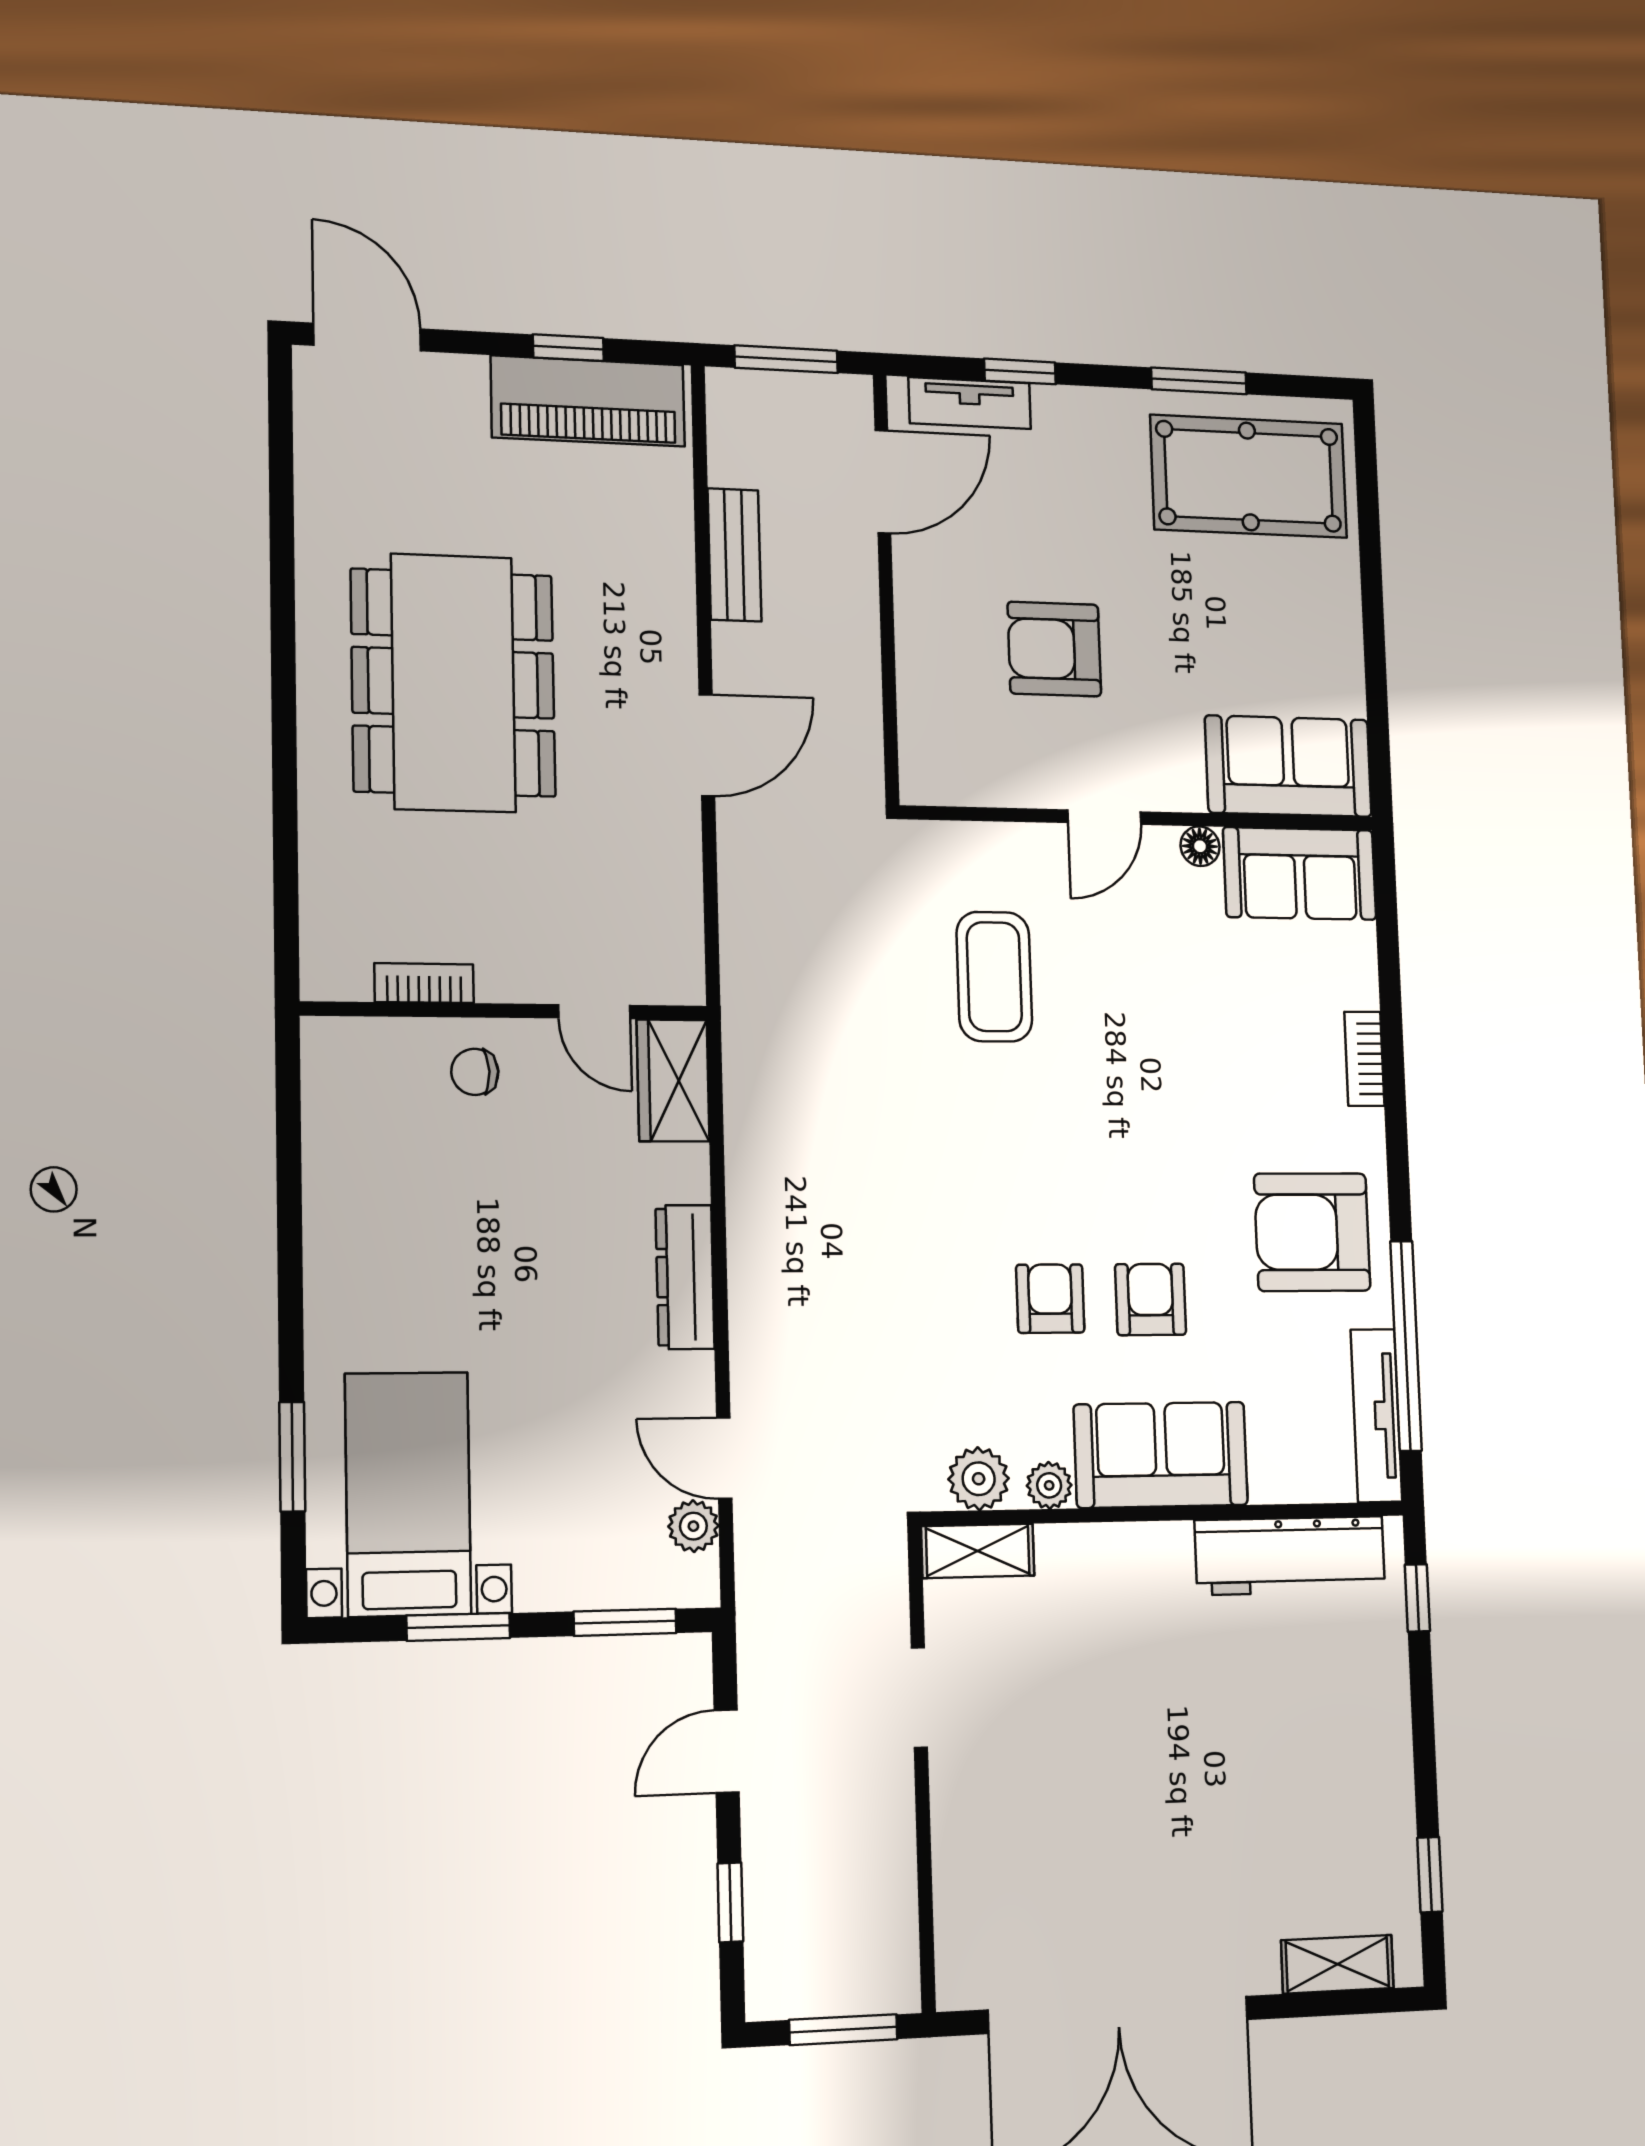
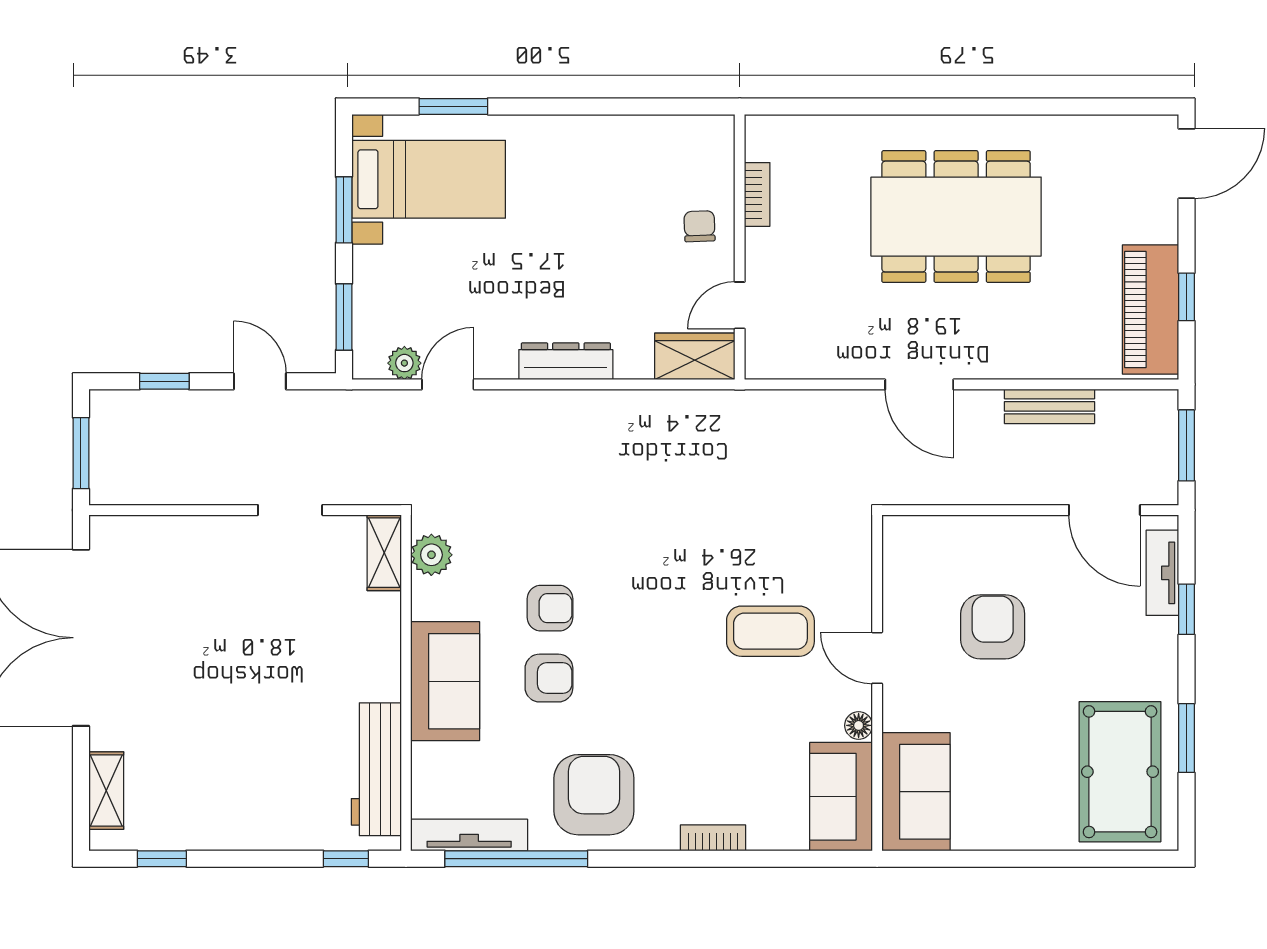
coffee table: (994, 977) -> (770, 631), moved
plant: (1049, 1485) -> (426, 603), removed

